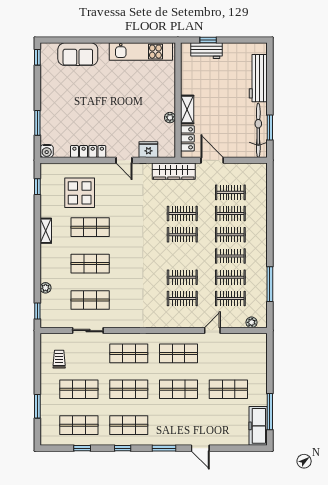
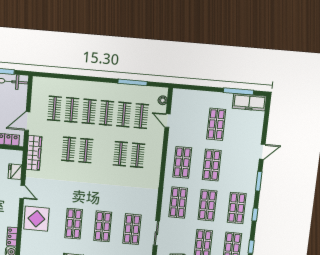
locker: (88, 151) -> (12, 237), moved, width x0.66
door: (124, 160) -> (22, 192), hinge flipped
display table: (80, 193) -> (36, 219), moved
door: (212, 331) -> (167, 121), moved

